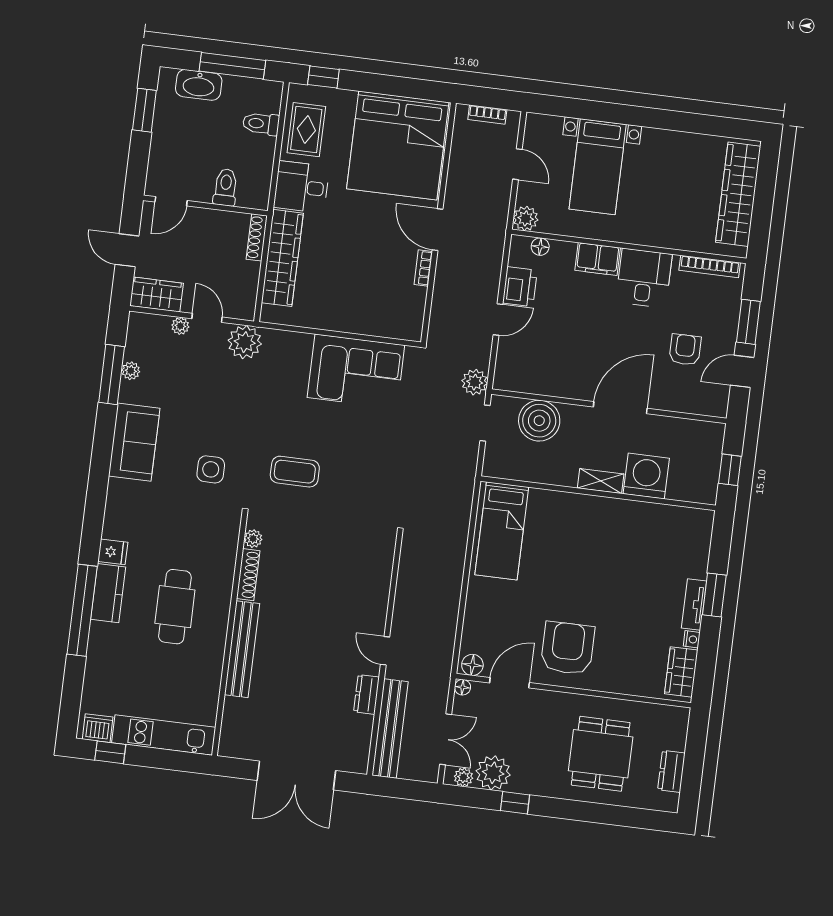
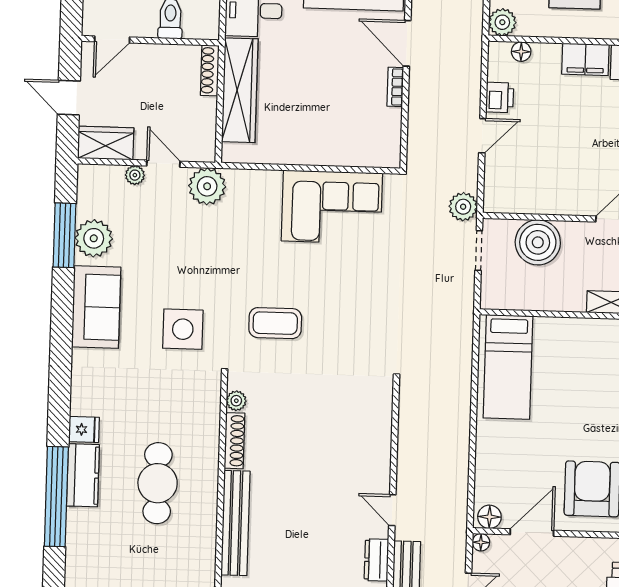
printer: (520, 287) -> (500, 97), width x0.73, depth x0.81
plant: (131, 371) -> (94, 238), width x1.87, depth x1.87
side table: (211, 469) -> (183, 329), width x1.37, depth x1.37

